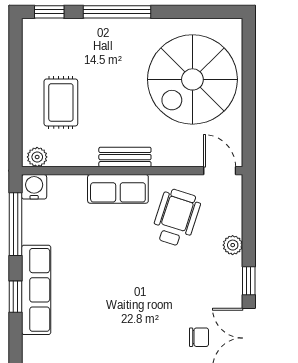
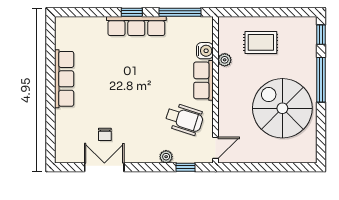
spiral stairs: (192, 79) -> (282, 108), moved
plant: (37, 157) -> (225, 60), moved
bench: (125, 157) -> (225, 85), removed
water cooler: (34, 187) -> (205, 51), moved
window: (249, 281) -> (186, 167), moved

